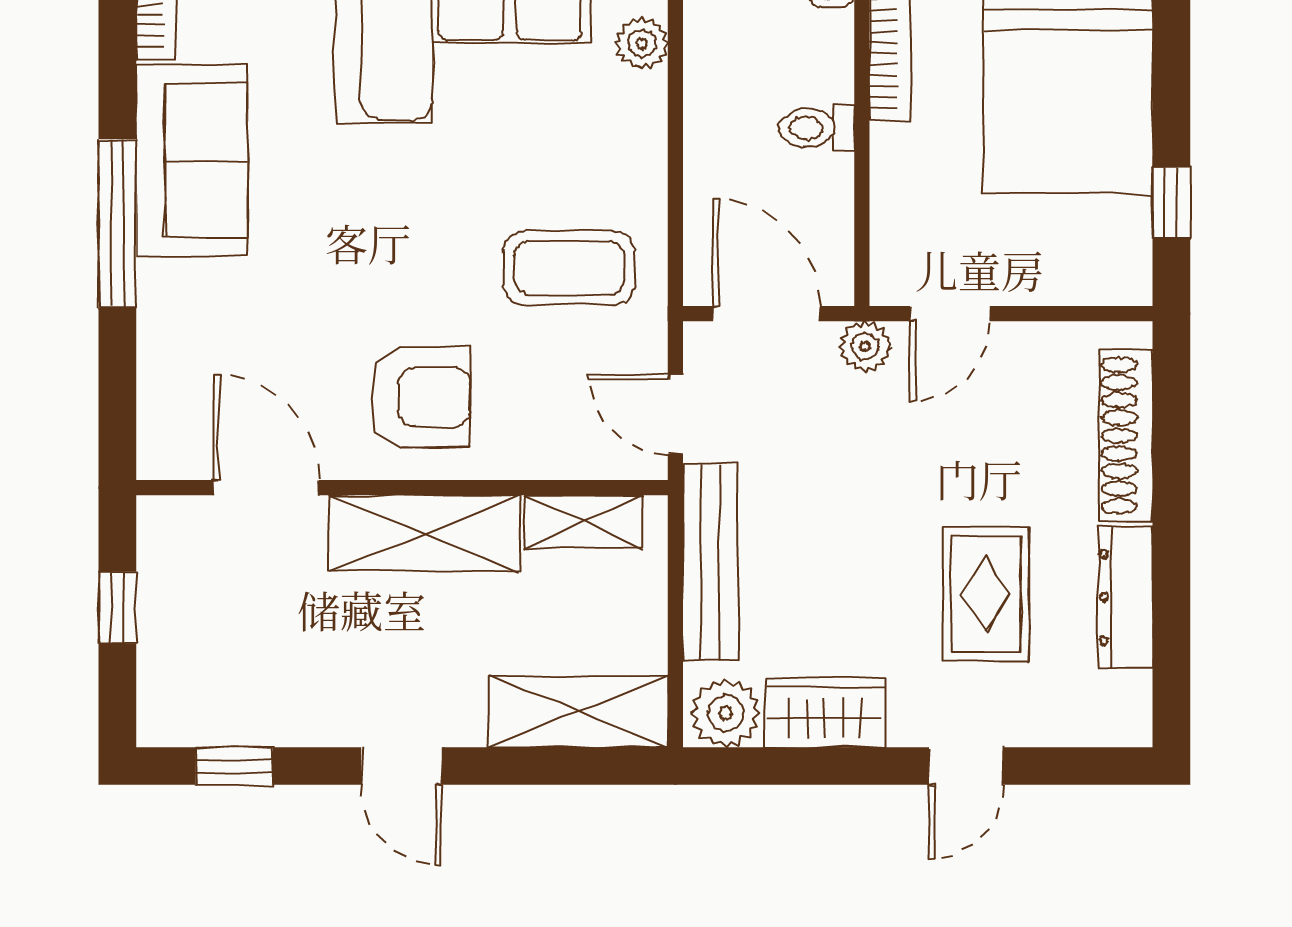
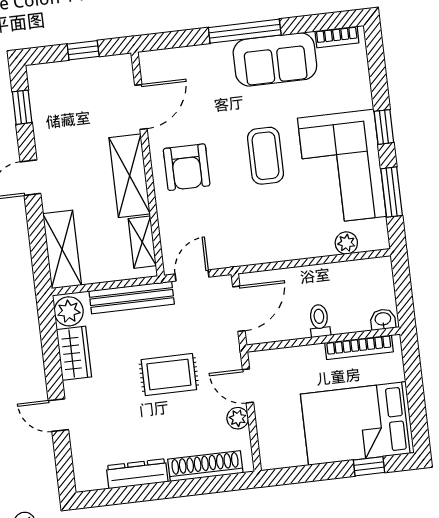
window: (1171, 203) -> (369, 466), moved
coffee table: (569, 268) -> (266, 156), moved
plant: (865, 347) -> (238, 418), moved
rug: (986, 594) -> (169, 375), moved

